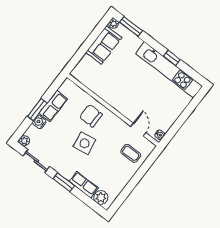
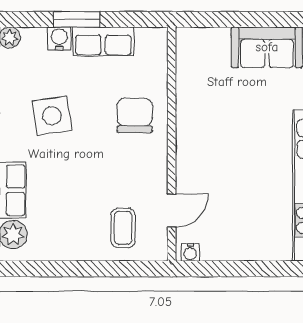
side table: (84, 143) -> (52, 116), moved

